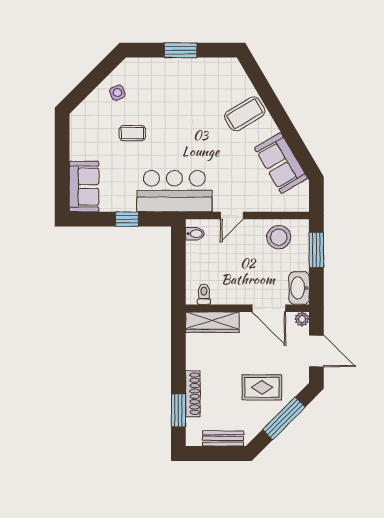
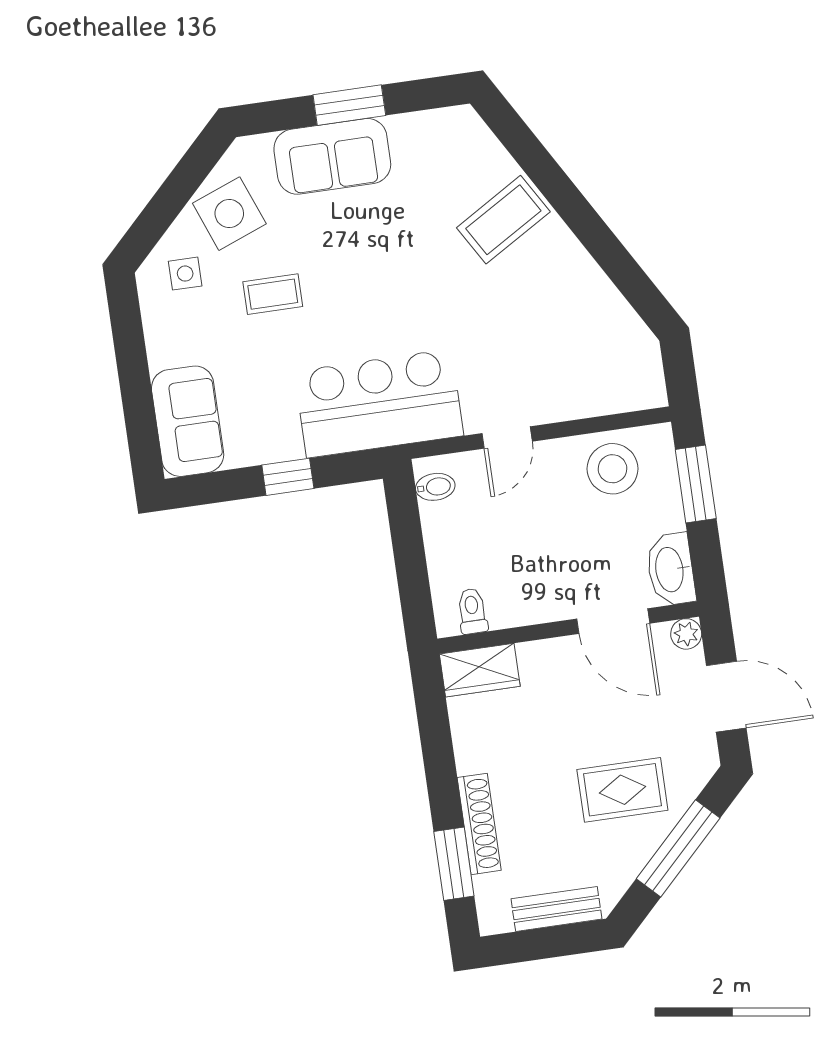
side table: (117, 93) -> (229, 214), width x1.87, depth x1.87
side table: (93, 118) -> (185, 274), added
sofa: (281, 163) -> (332, 156), moved, turned -60
wardrobe: (212, 322) -> (480, 670), width x0.67

